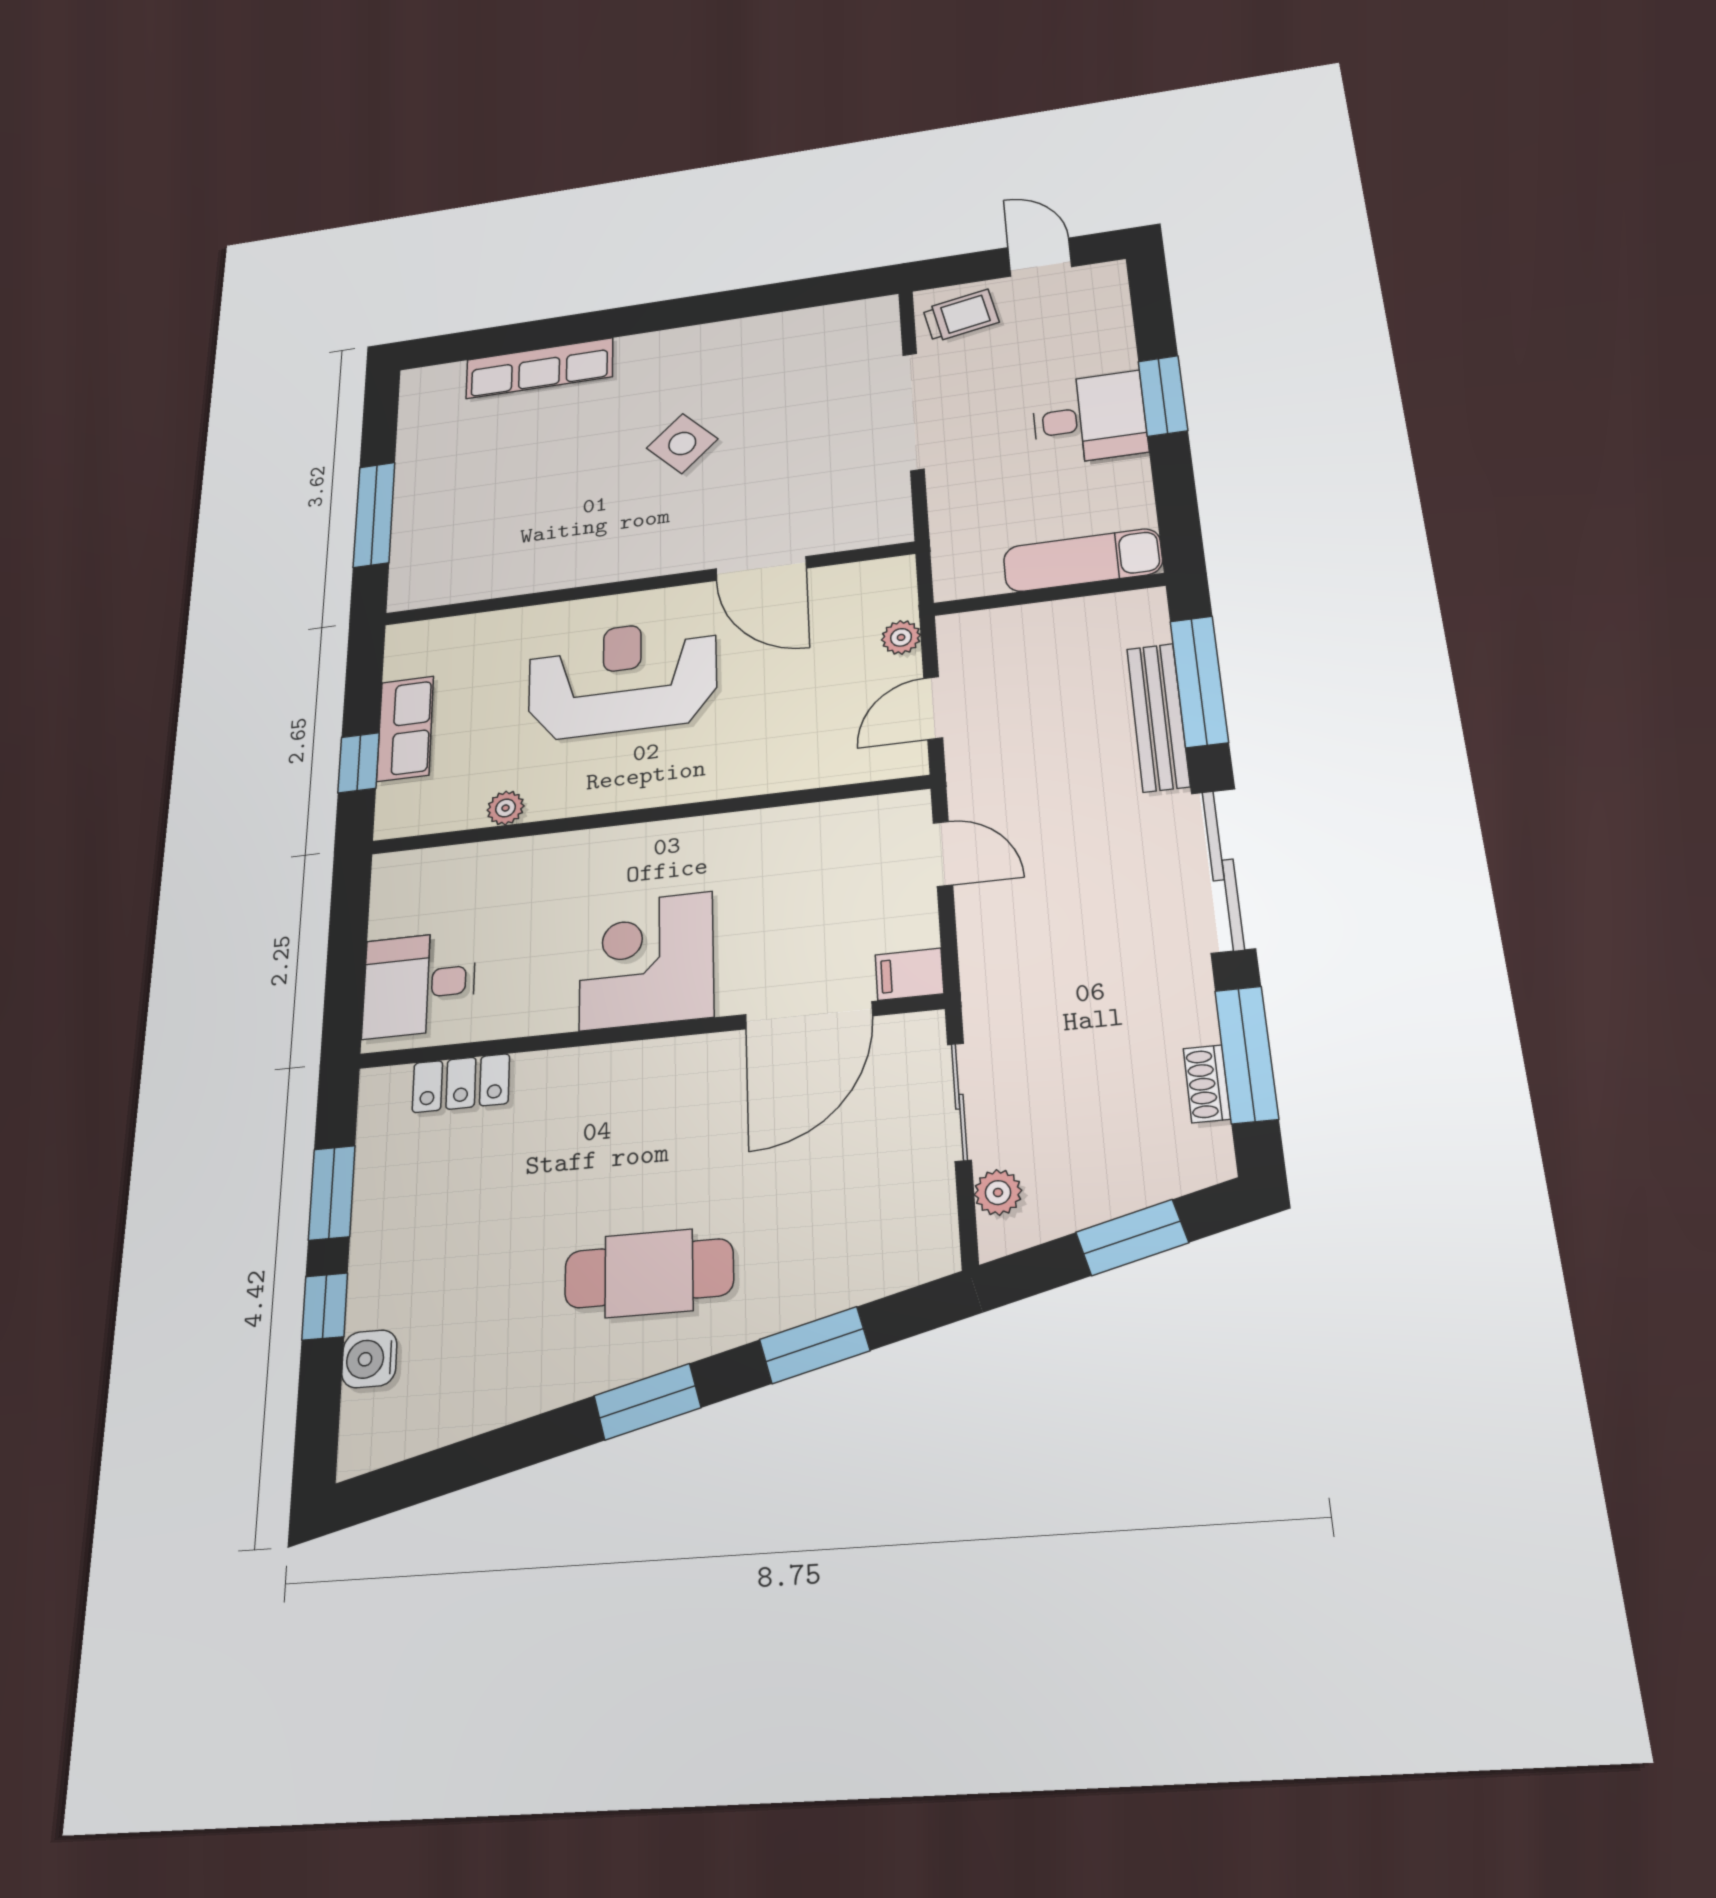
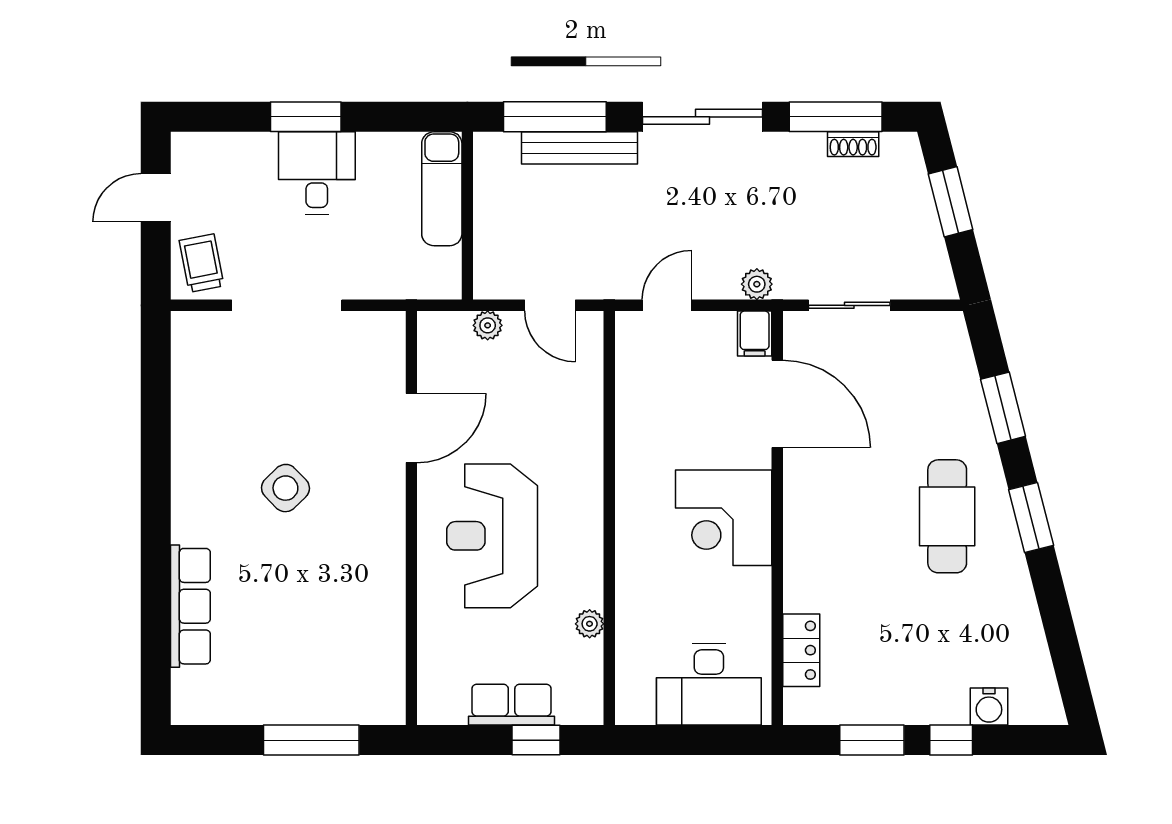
desk: (419, 984) -> (709, 684), width x1.37
plant: (998, 1192) -> (757, 284), moved

